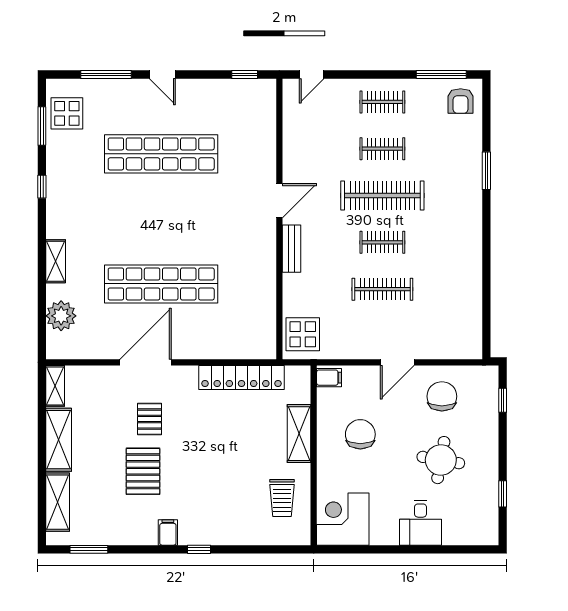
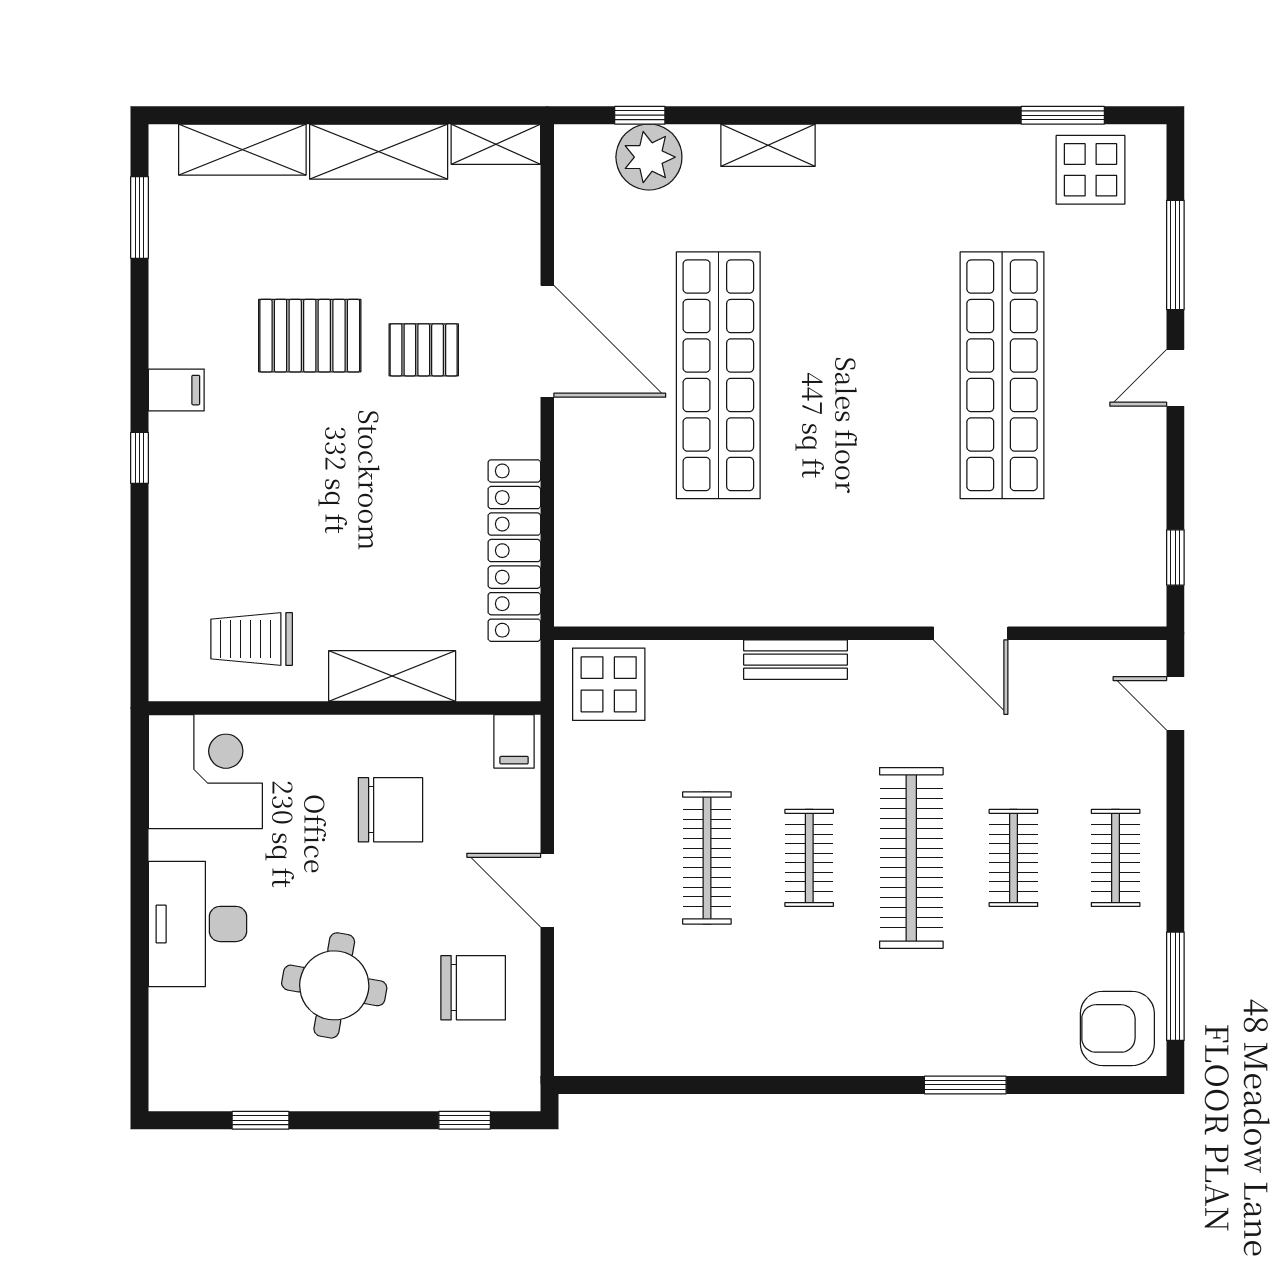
armchair: (461, 101) -> (1117, 1028), width x1.38, depth x1.38
window: (42, 187) -> (640, 115), moved
door: (279, 201) -> (971, 633), moved
desk: (420, 523) -> (198, 924), width x1.37

